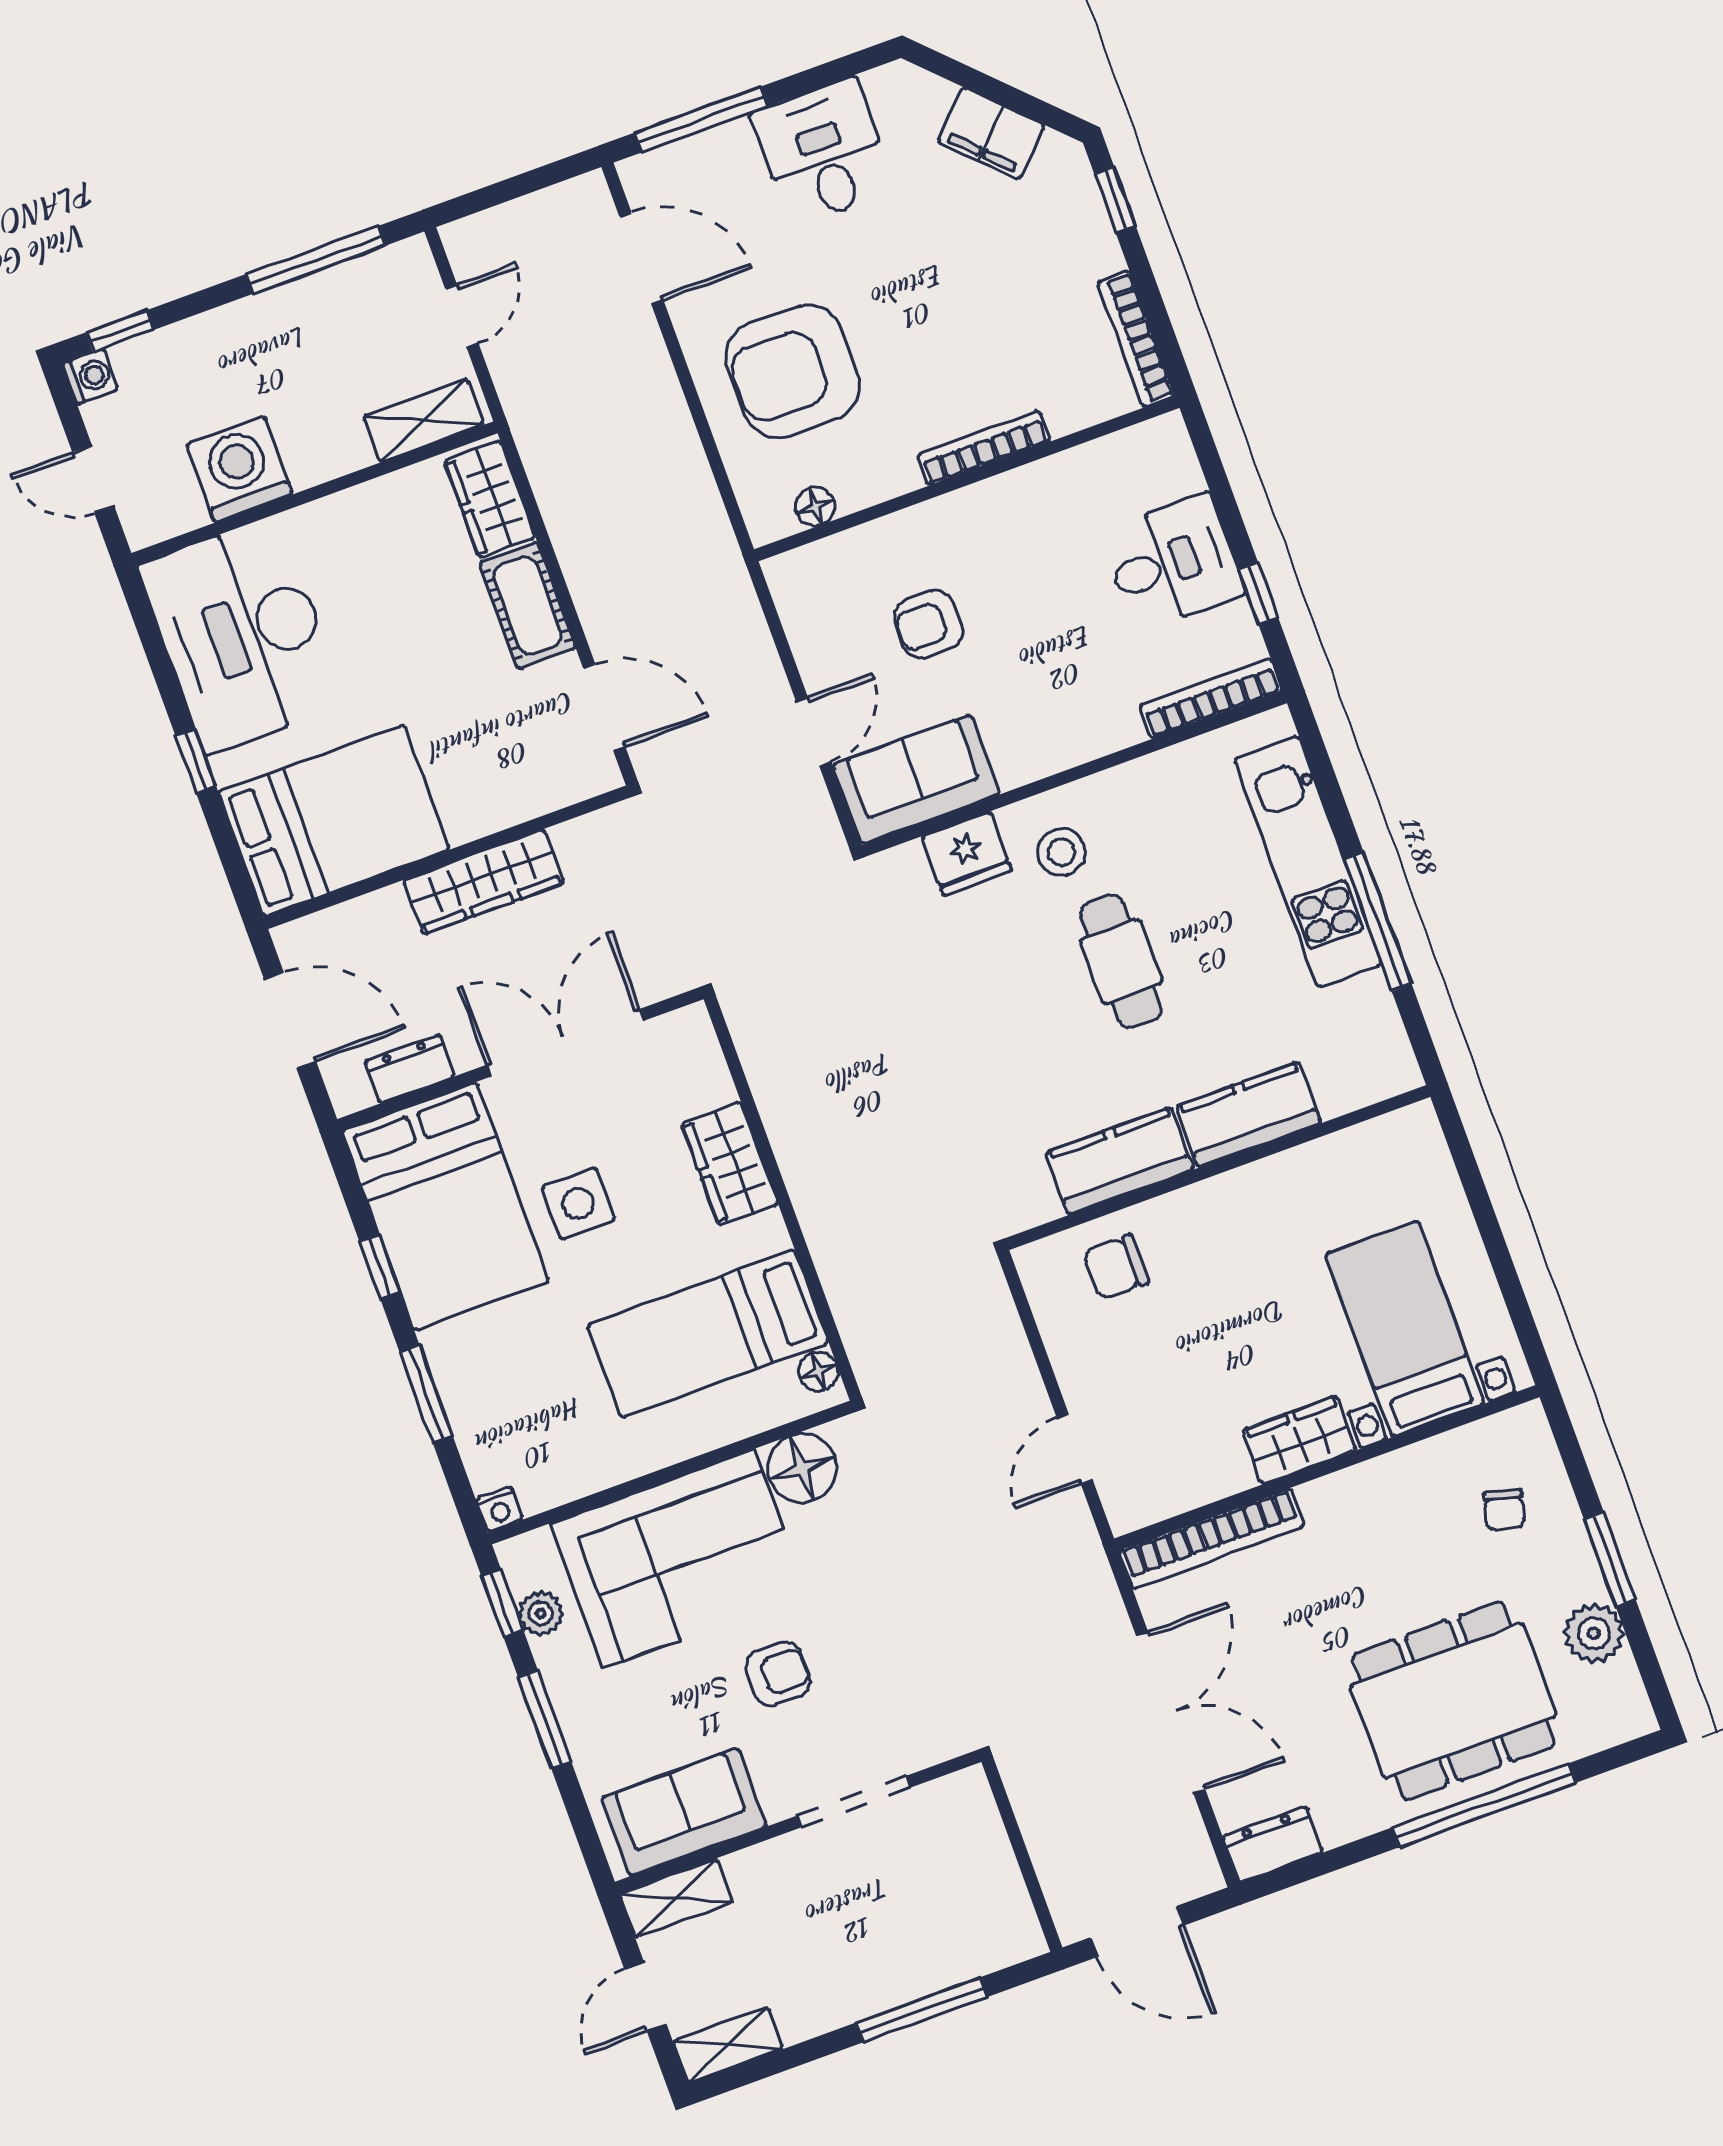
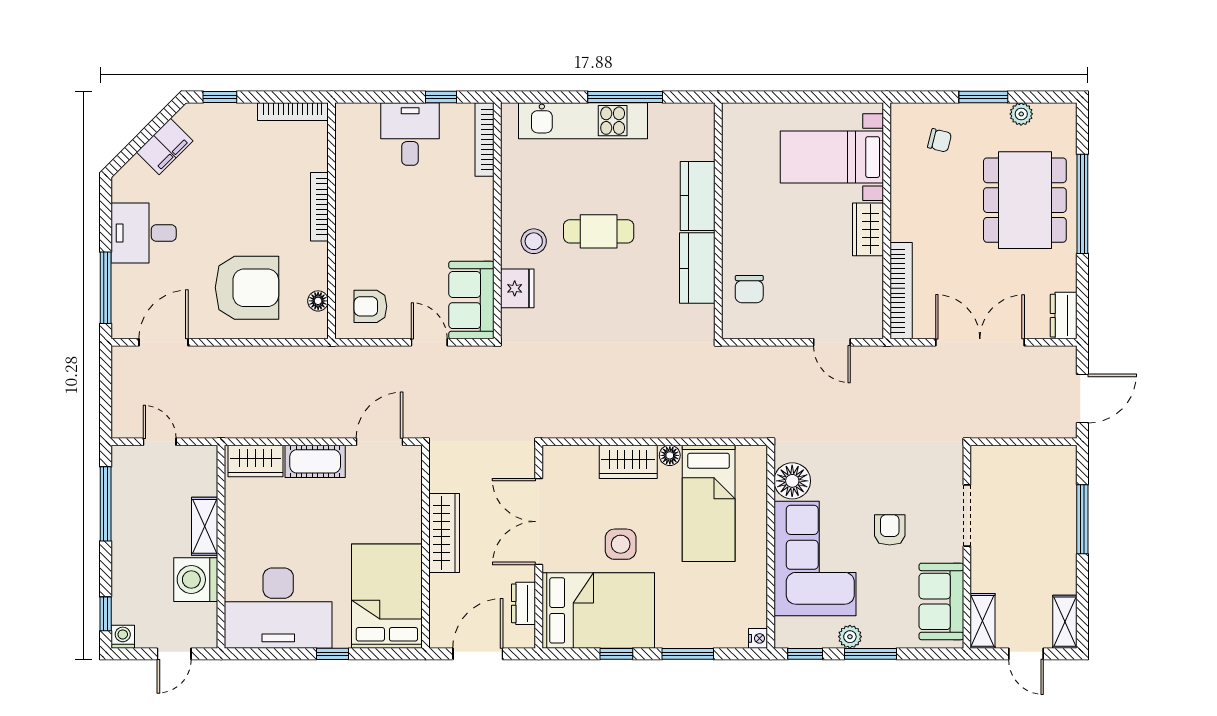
armchair: (793, 371) -> (247, 288), turned -90
shelving: (423, 420) -> (205, 526), moved
armchair: (929, 624) -> (370, 306), moved, turned 90
floor lamp: (818, 1372) -> (670, 455), moved
plant: (541, 1613) -> (850, 637), moved
plant: (1594, 1633) -> (1021, 114), width x0.73, depth x0.73

